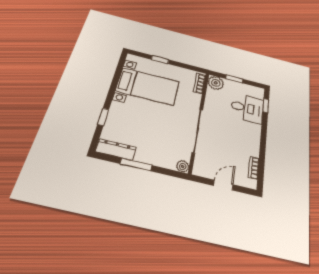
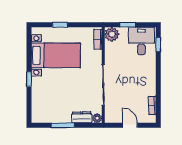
desk: (247, 108) -> (141, 41), moved, turned -90
window: (103, 117) -> (29, 79), moved
dresser: (116, 150) -> (82, 117), moved, width x0.70
door: (223, 185) -> (130, 125), hinge flipped

